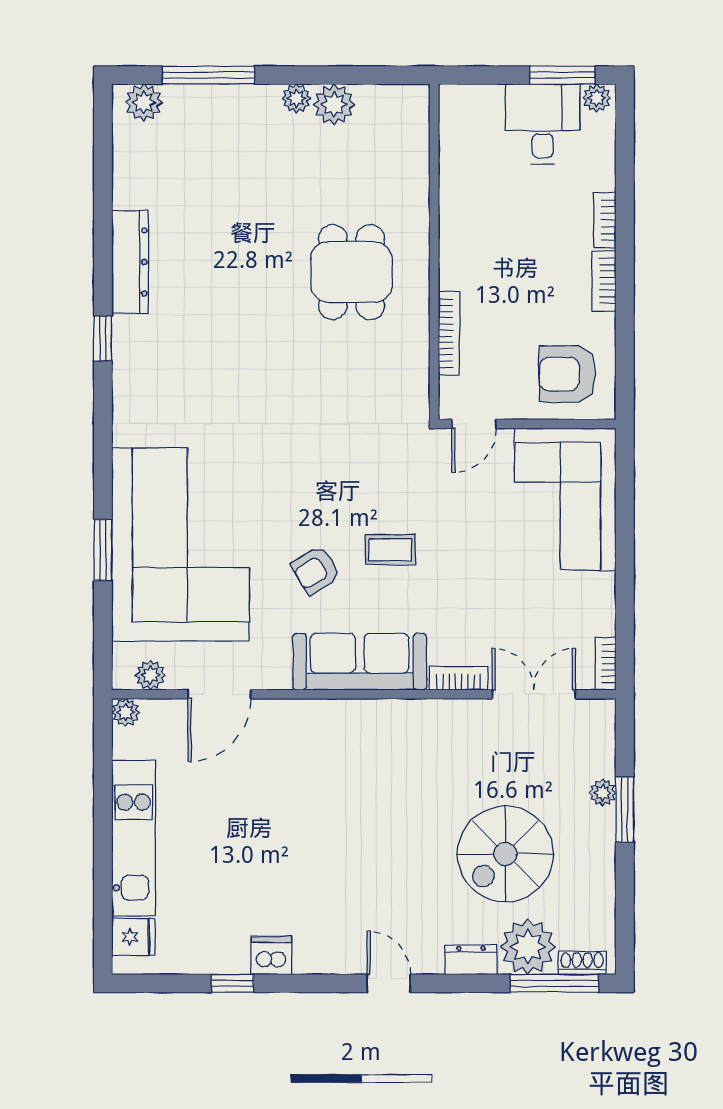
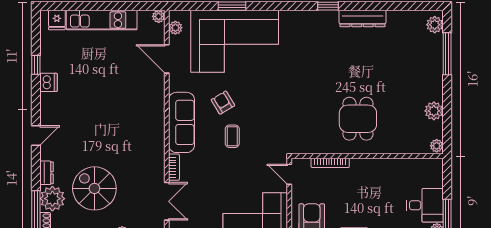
plant: (296, 98) -> (437, 146), moved
dining table: (351, 272) -> (358, 119), turned 90

